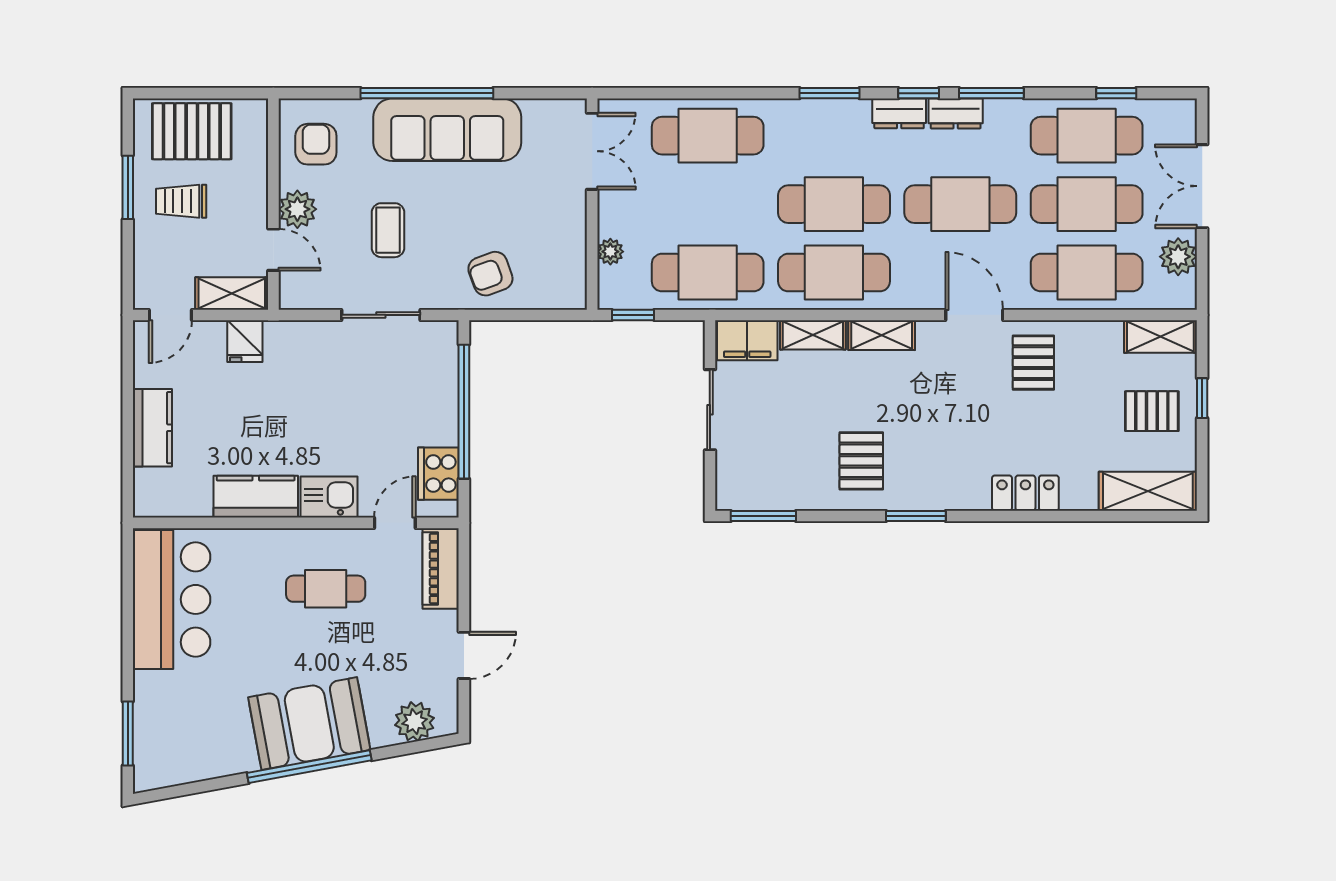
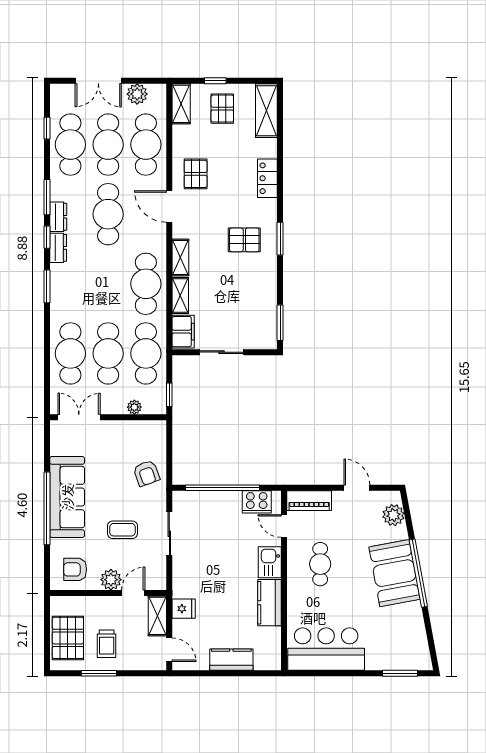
cafe table: (834, 204) -> (108, 353), moved
door: (974, 315) -> (169, 206), hinge flipped
pallet: (1033, 363) -> (196, 174), turned 90
pallet: (861, 461) -> (244, 240), moved

